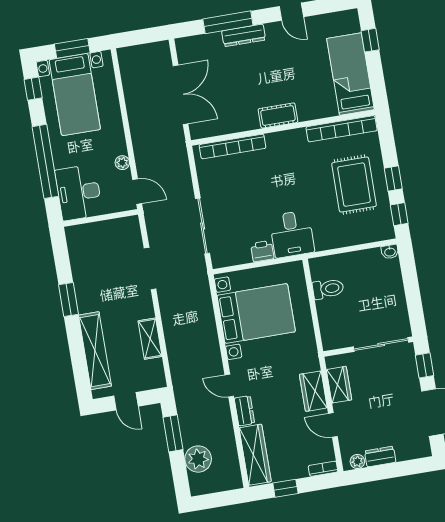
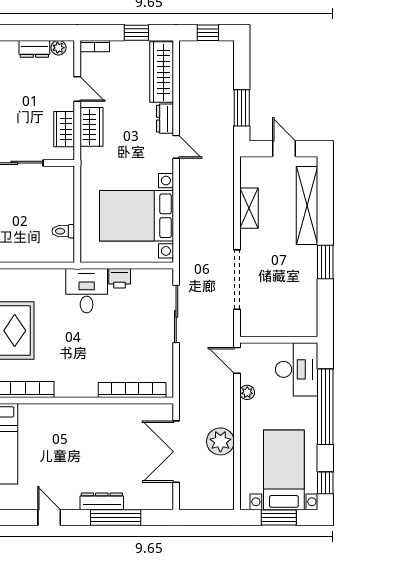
cot: (278, 116) -> (80, 414), removed
doorway: (150, 269) -> (237, 280), width x1.36
toilet: (328, 289) -> (63, 231), width x0.73, depth x0.72
plant: (198, 459) -> (220, 441), moved
window: (217, 500) -> (208, 33), added

